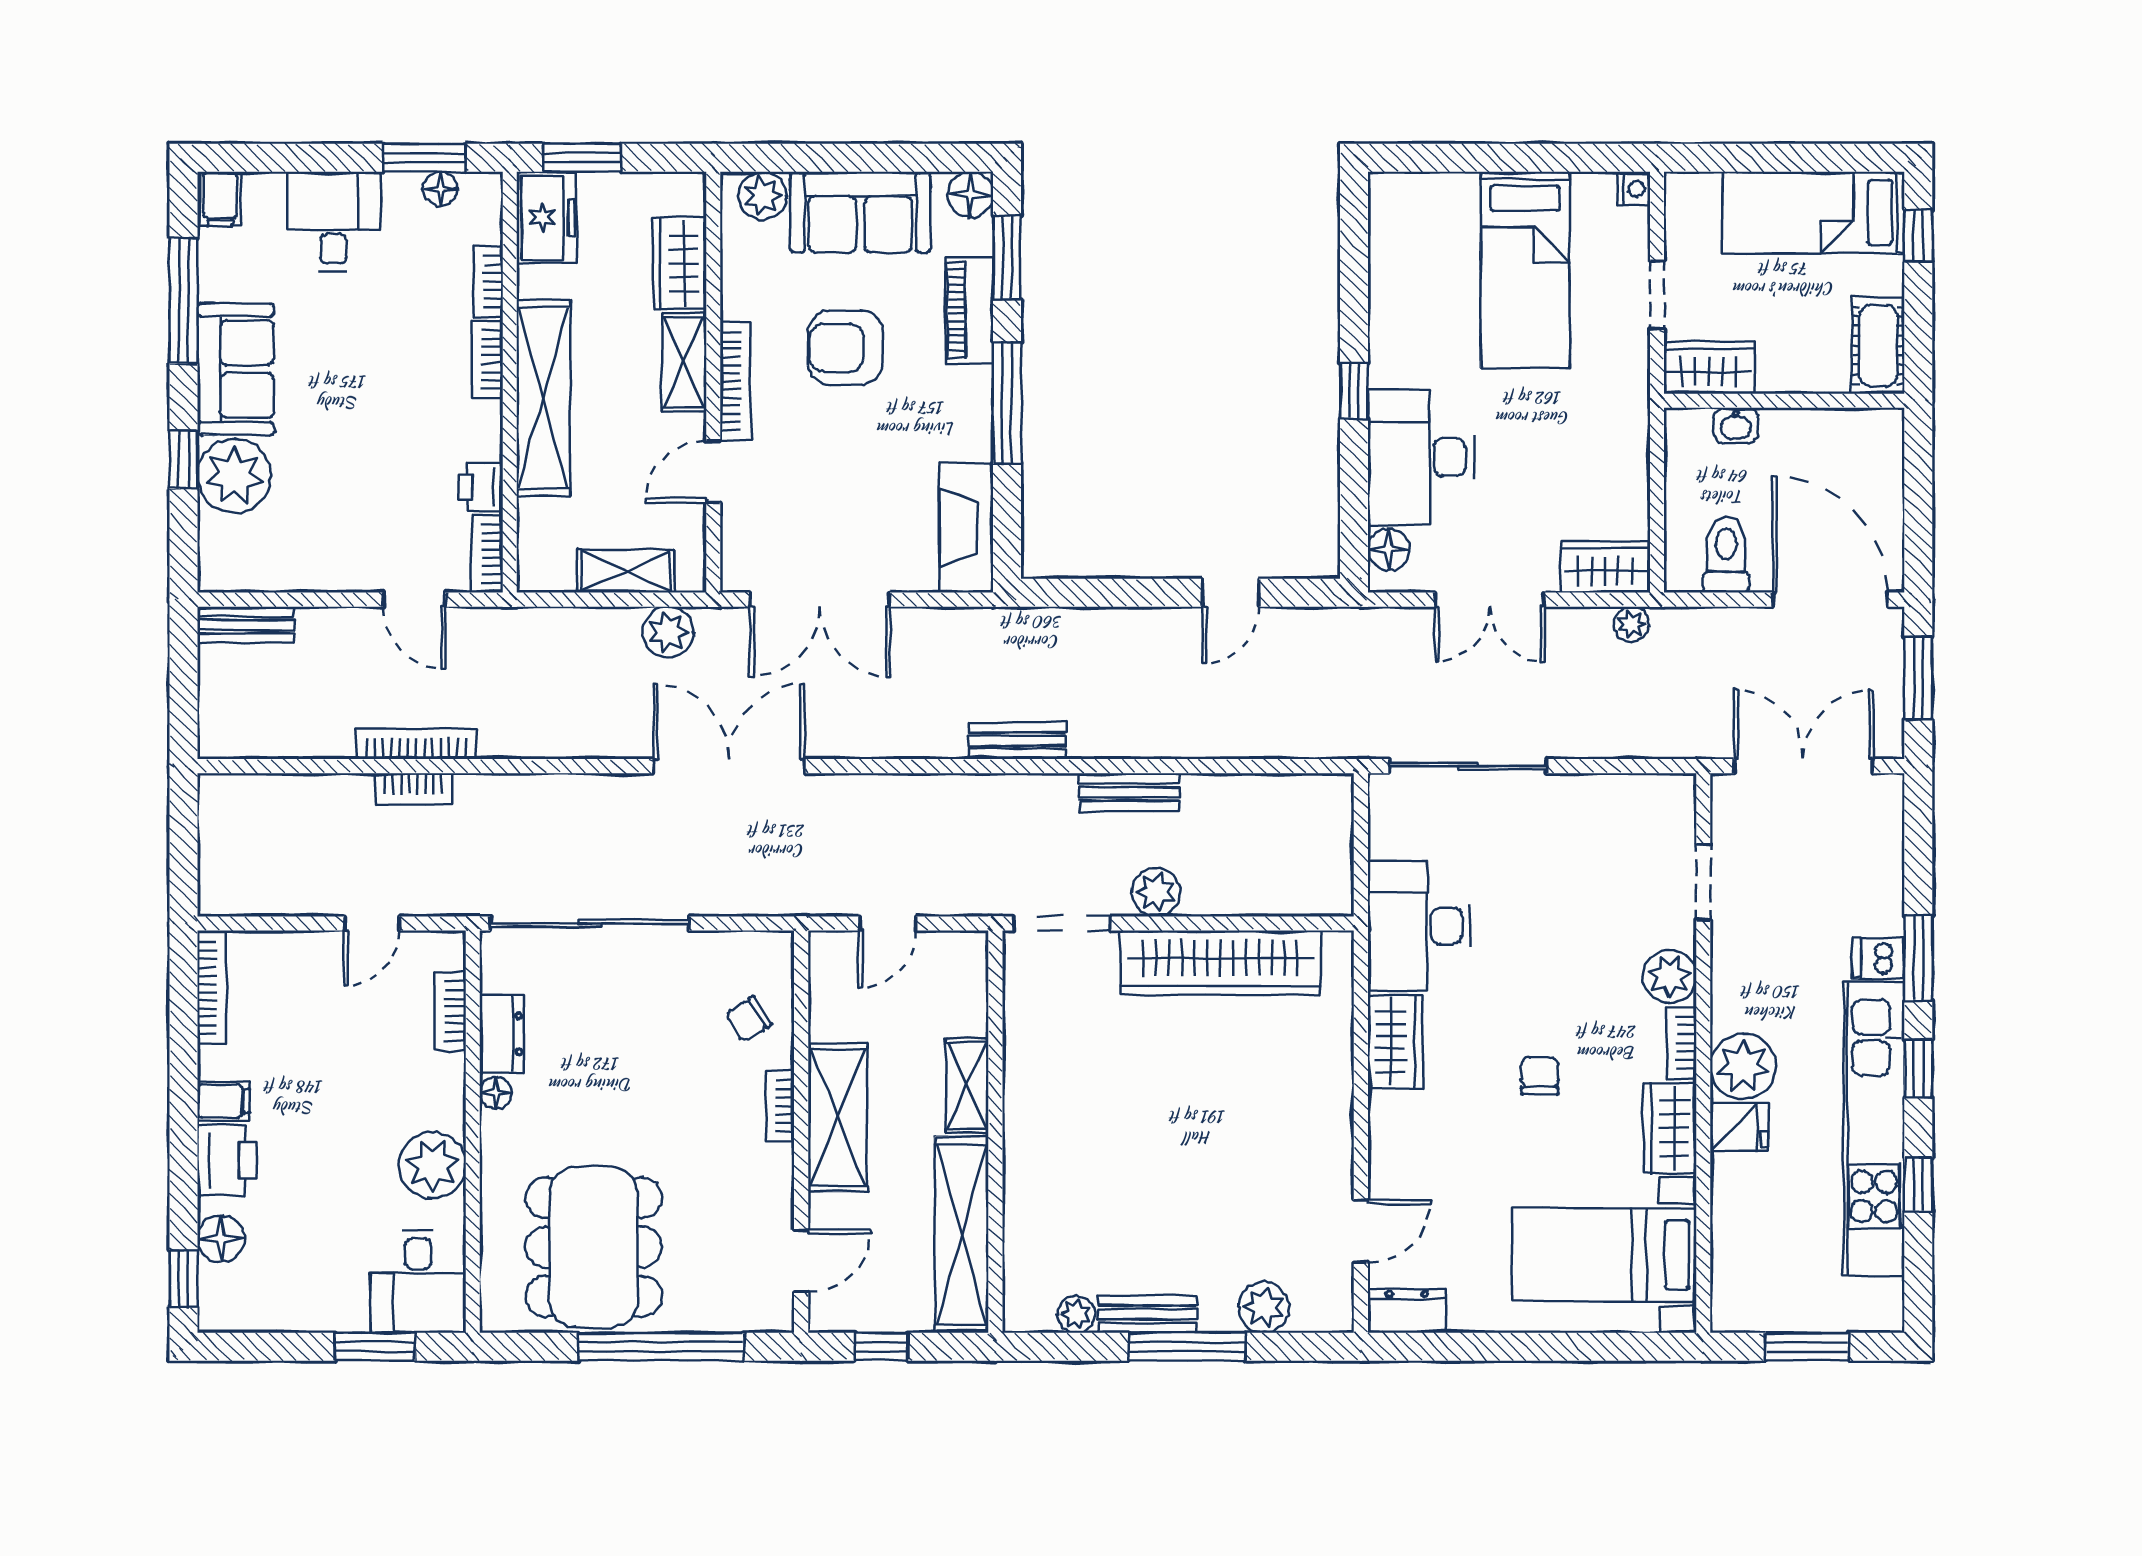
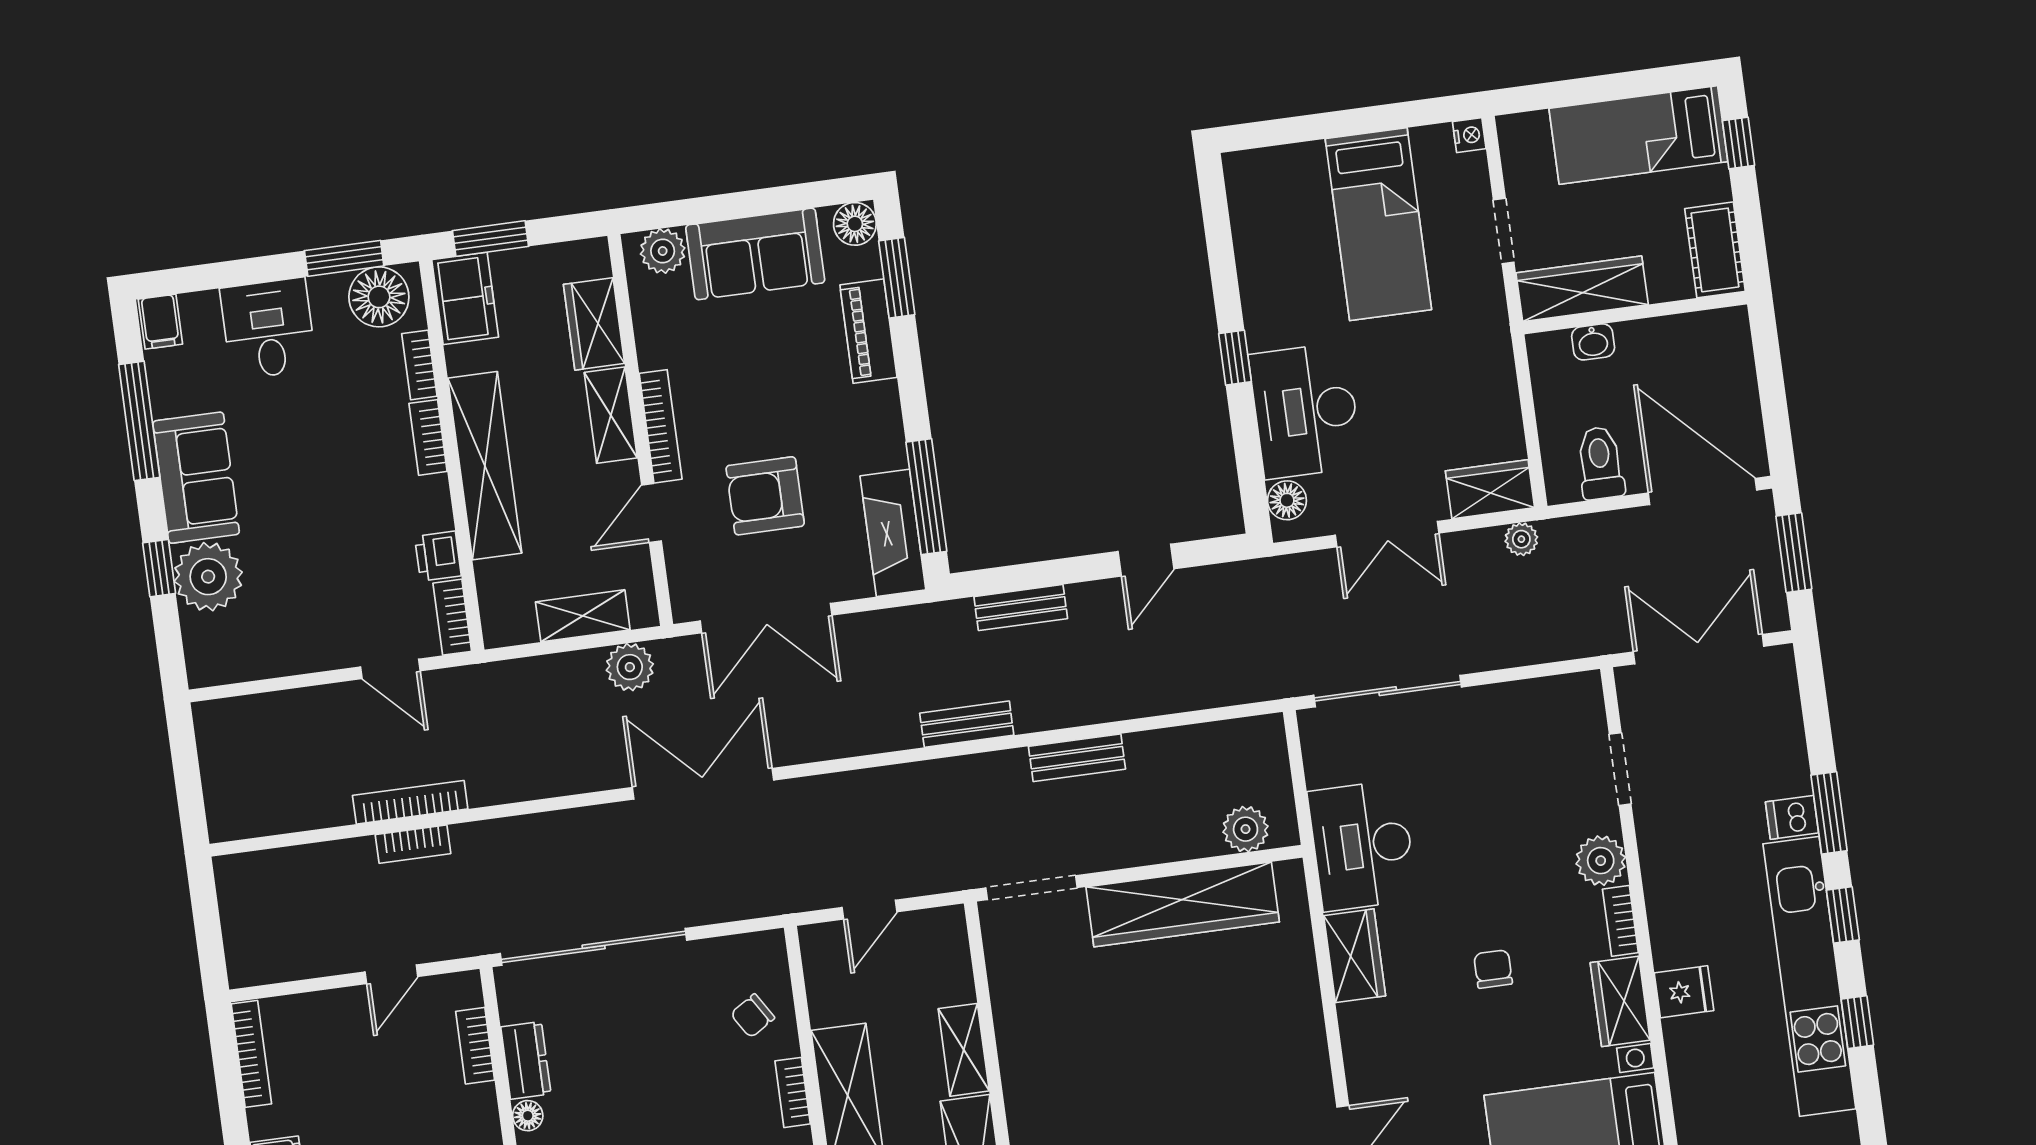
floor lamp: (440, 189) -> (379, 297), width x1.89, depth x1.89
armchair: (845, 348) -> (765, 496), moved
wardrobe: (1709, 368) -> (1582, 289), width x1.50
window: (1007, 403) -> (926, 497), moved
bench: (246, 625) -> (1021, 608), moved
plant: (1156, 892) -> (1246, 829), moved
plant: (1743, 1066) -> (1680, 935), removed

